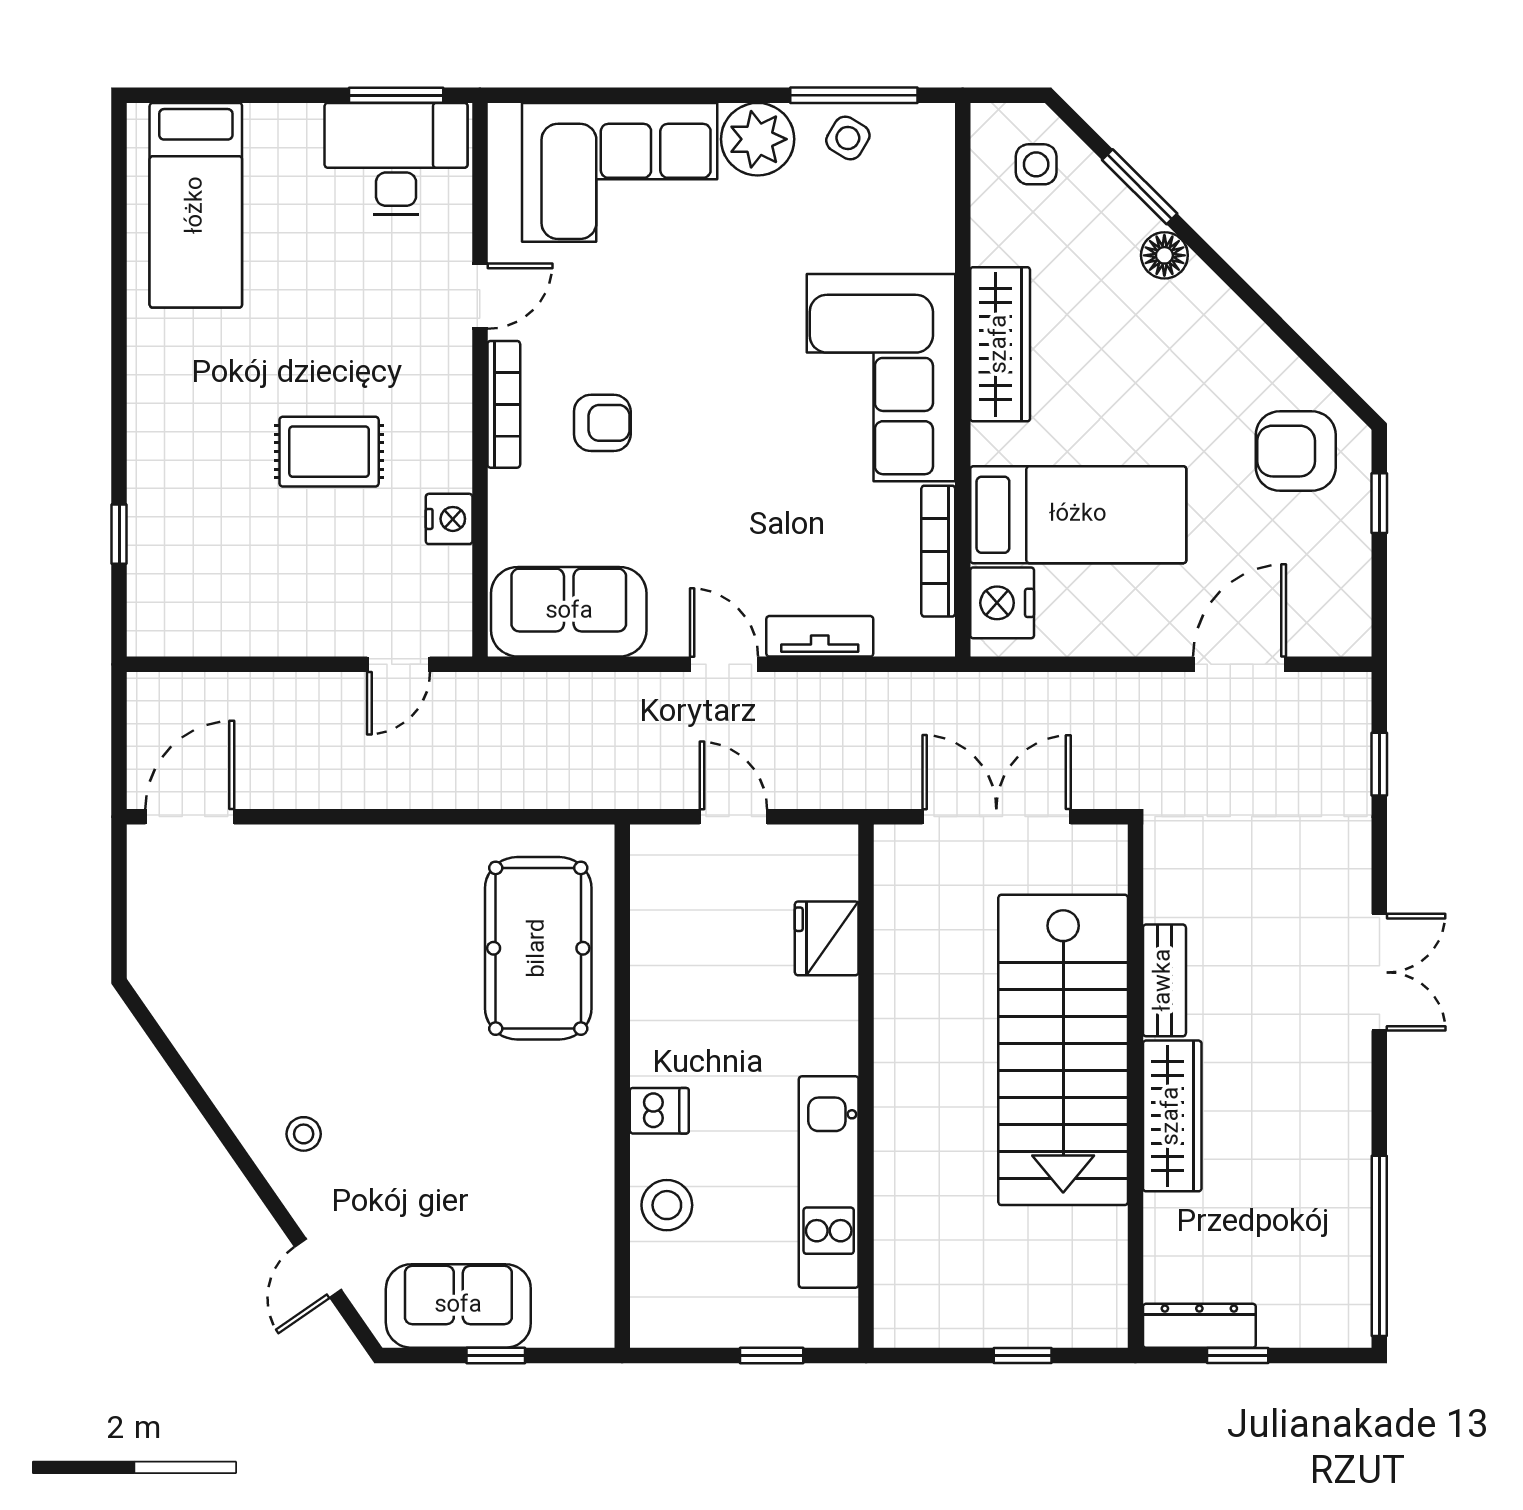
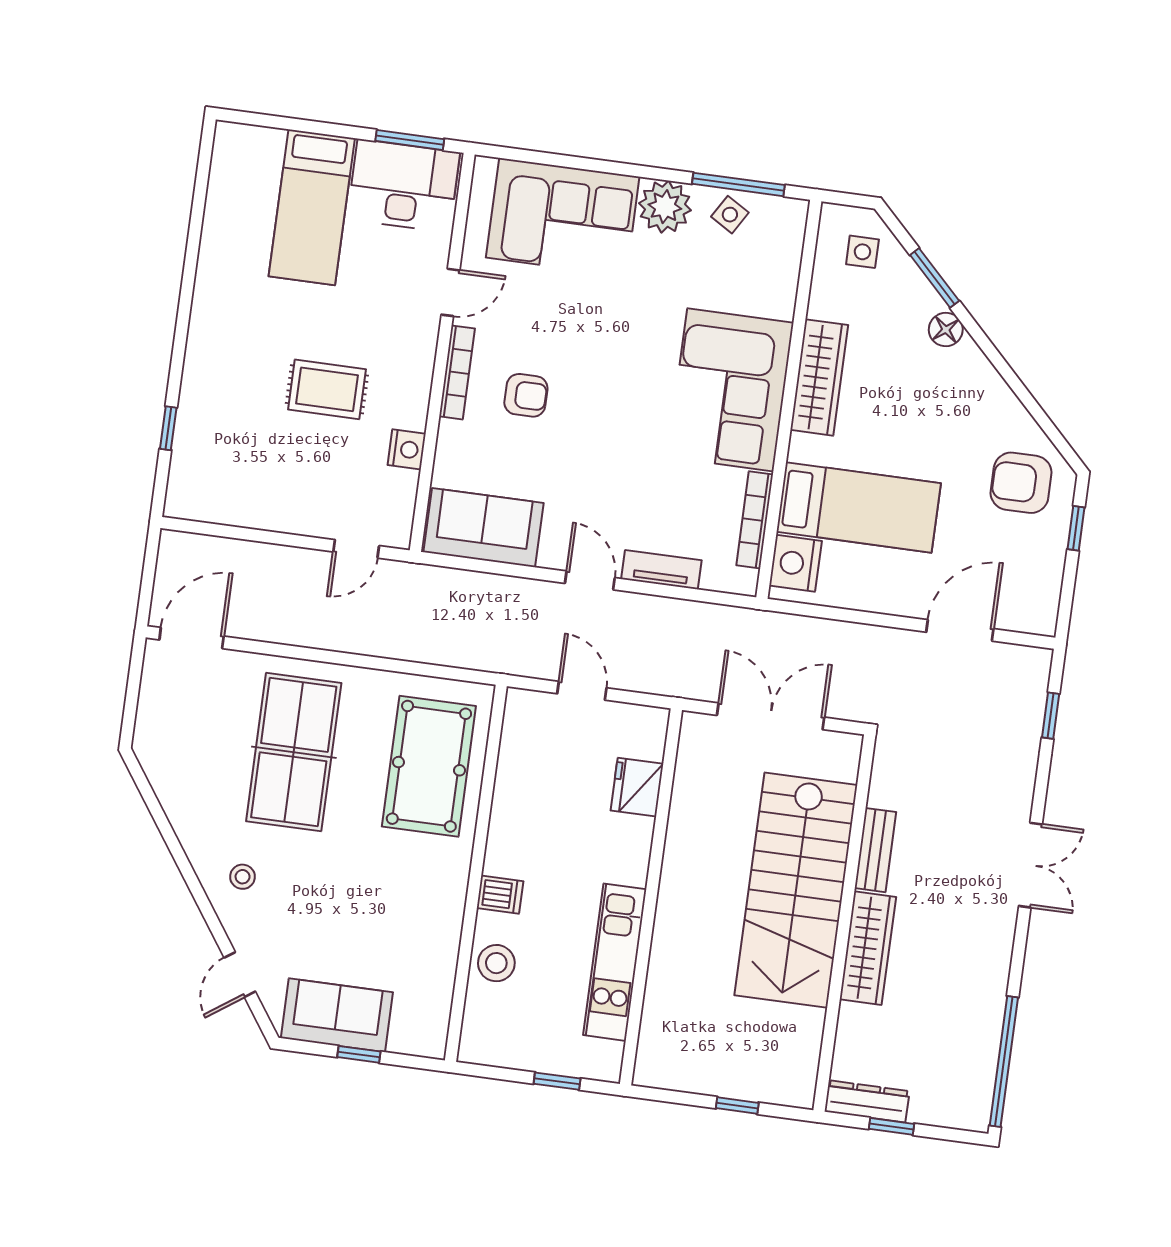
bed: (196, 205) -> (312, 207), moved
table tennis table: (351, 954) -> (294, 752), added

